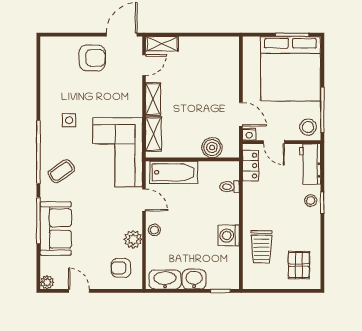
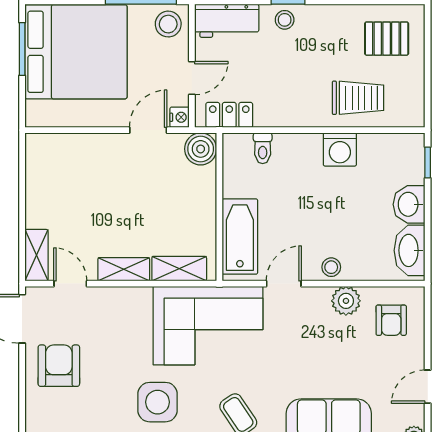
side table: (69, 120) -> (158, 402), width x1.87, depth x1.87
boiler: (212, 148) -> (201, 149), moved

